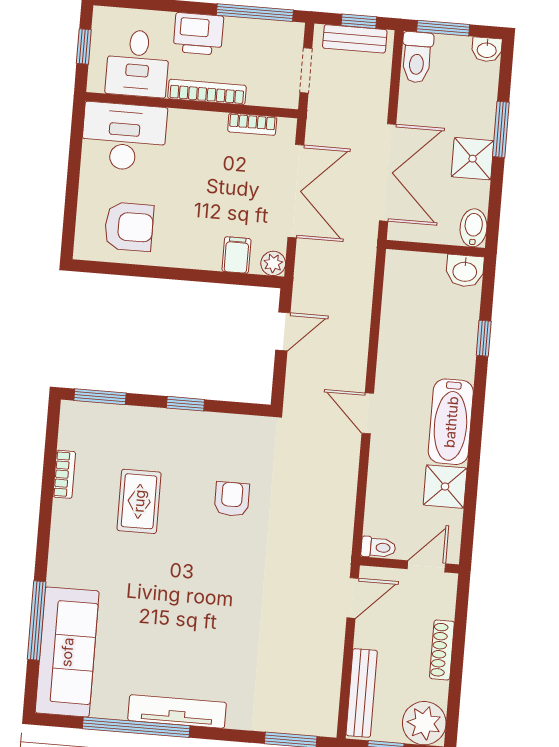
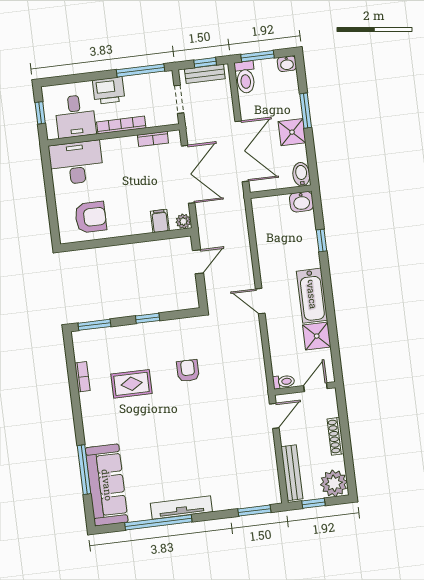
rug: (139, 501) -> (132, 384), turned 90

